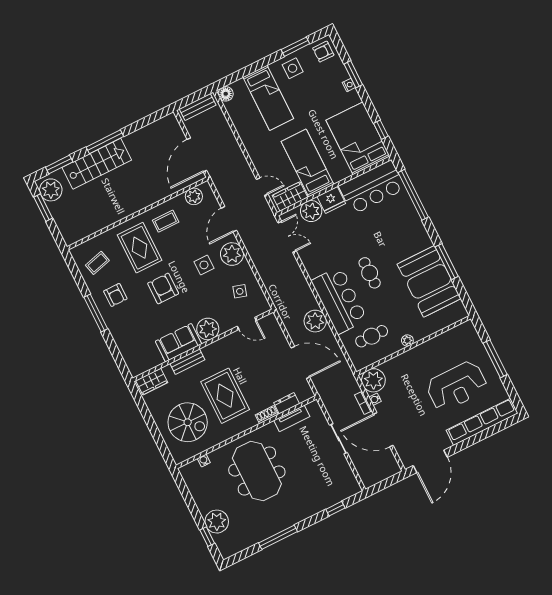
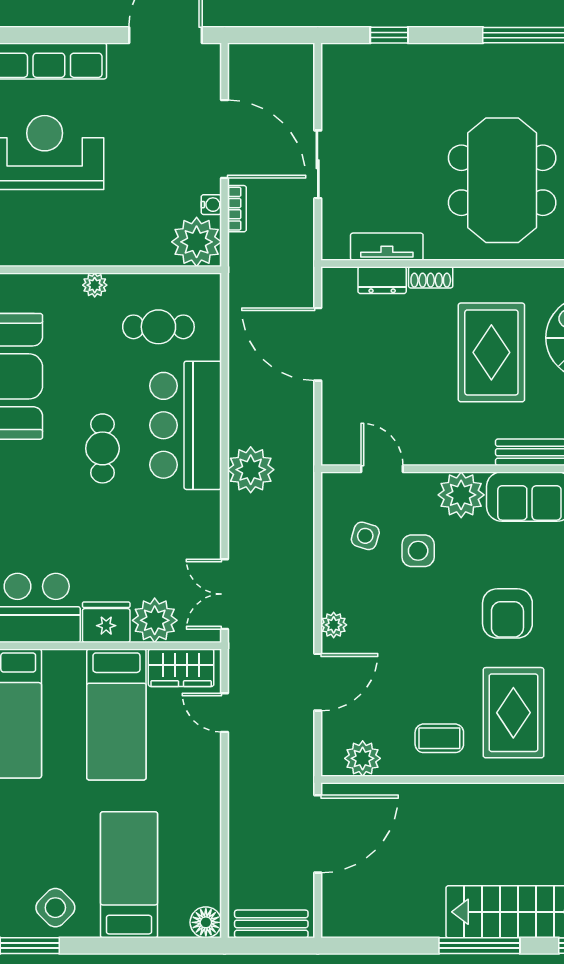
side table: (293, 68) -> (55, 908), turned 45
plant: (232, 254) -> (334, 625), width x0.53, depth x0.53
side table: (204, 265) -> (418, 551), moved
plant: (315, 321) -> (251, 470), moved

